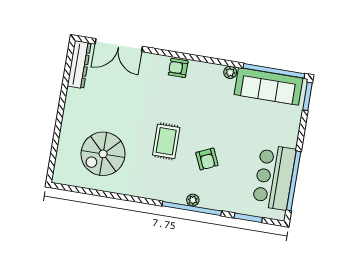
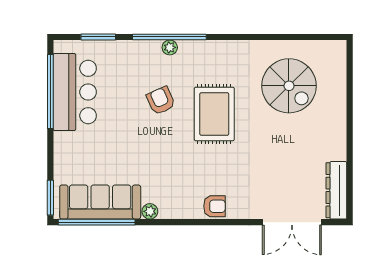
double door: (119, 45) -> (292, 222), swing flipped
rug: (166, 141) -> (214, 114), width x1.36, depth x1.43
spiral stairs: (103, 154) -> (289, 86), turned 90

